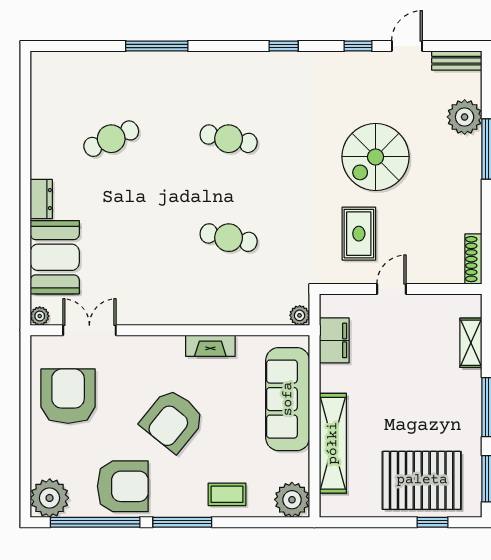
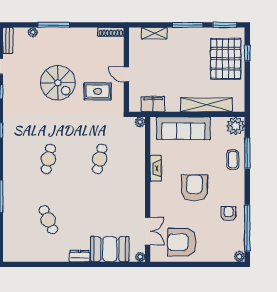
plant: (465, 117) -> (33, 32), width x0.53, depth x0.53
double door: (89, 330) -> (148, 231), swing flipped
armchair: (173, 420) -> (194, 188), turned -129
armchair: (123, 486) -> (229, 214), width x0.53, depth x0.53
plant: (50, 498) -> (239, 256), width x0.53, depth x0.53
window: (182, 522) -> (247, 153), moved

